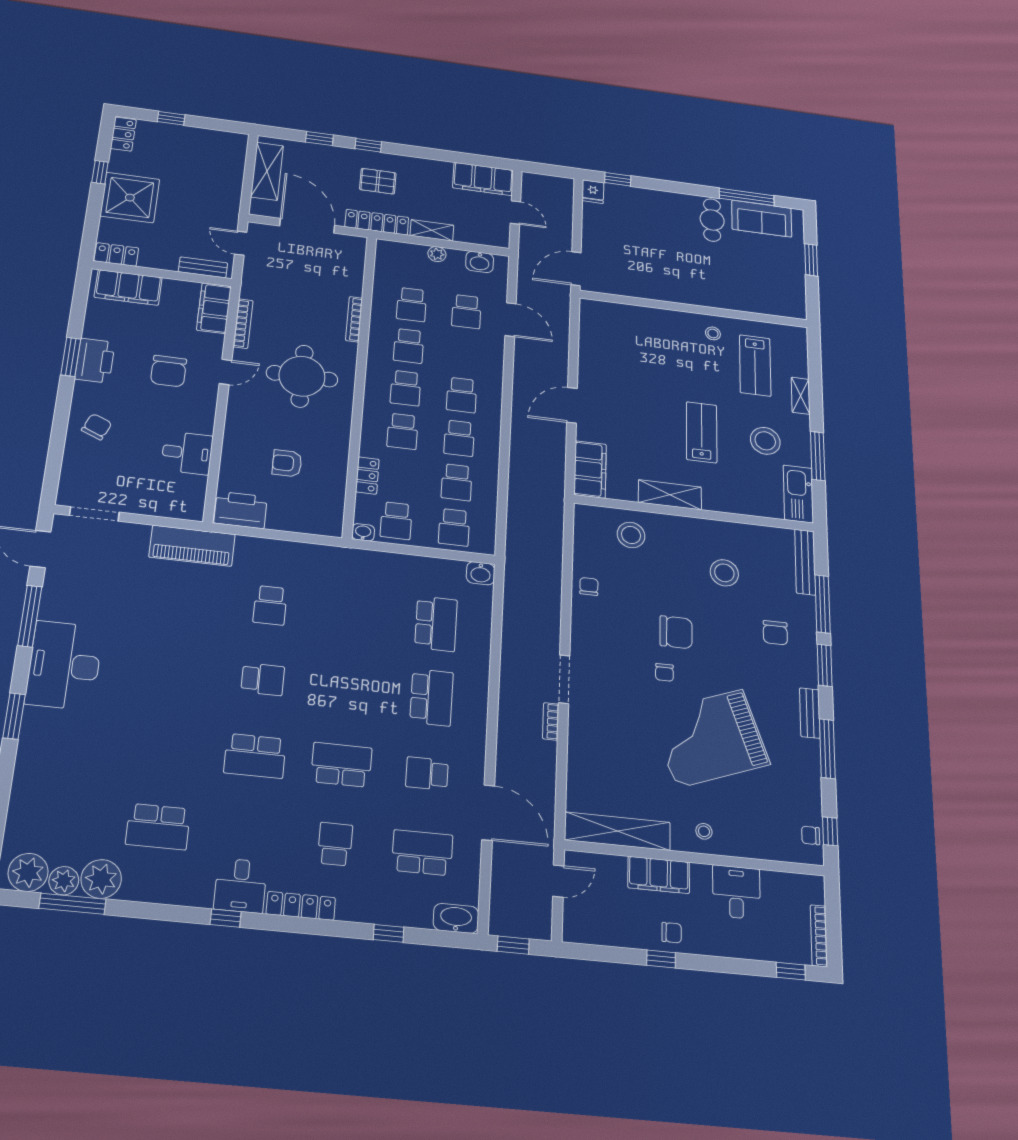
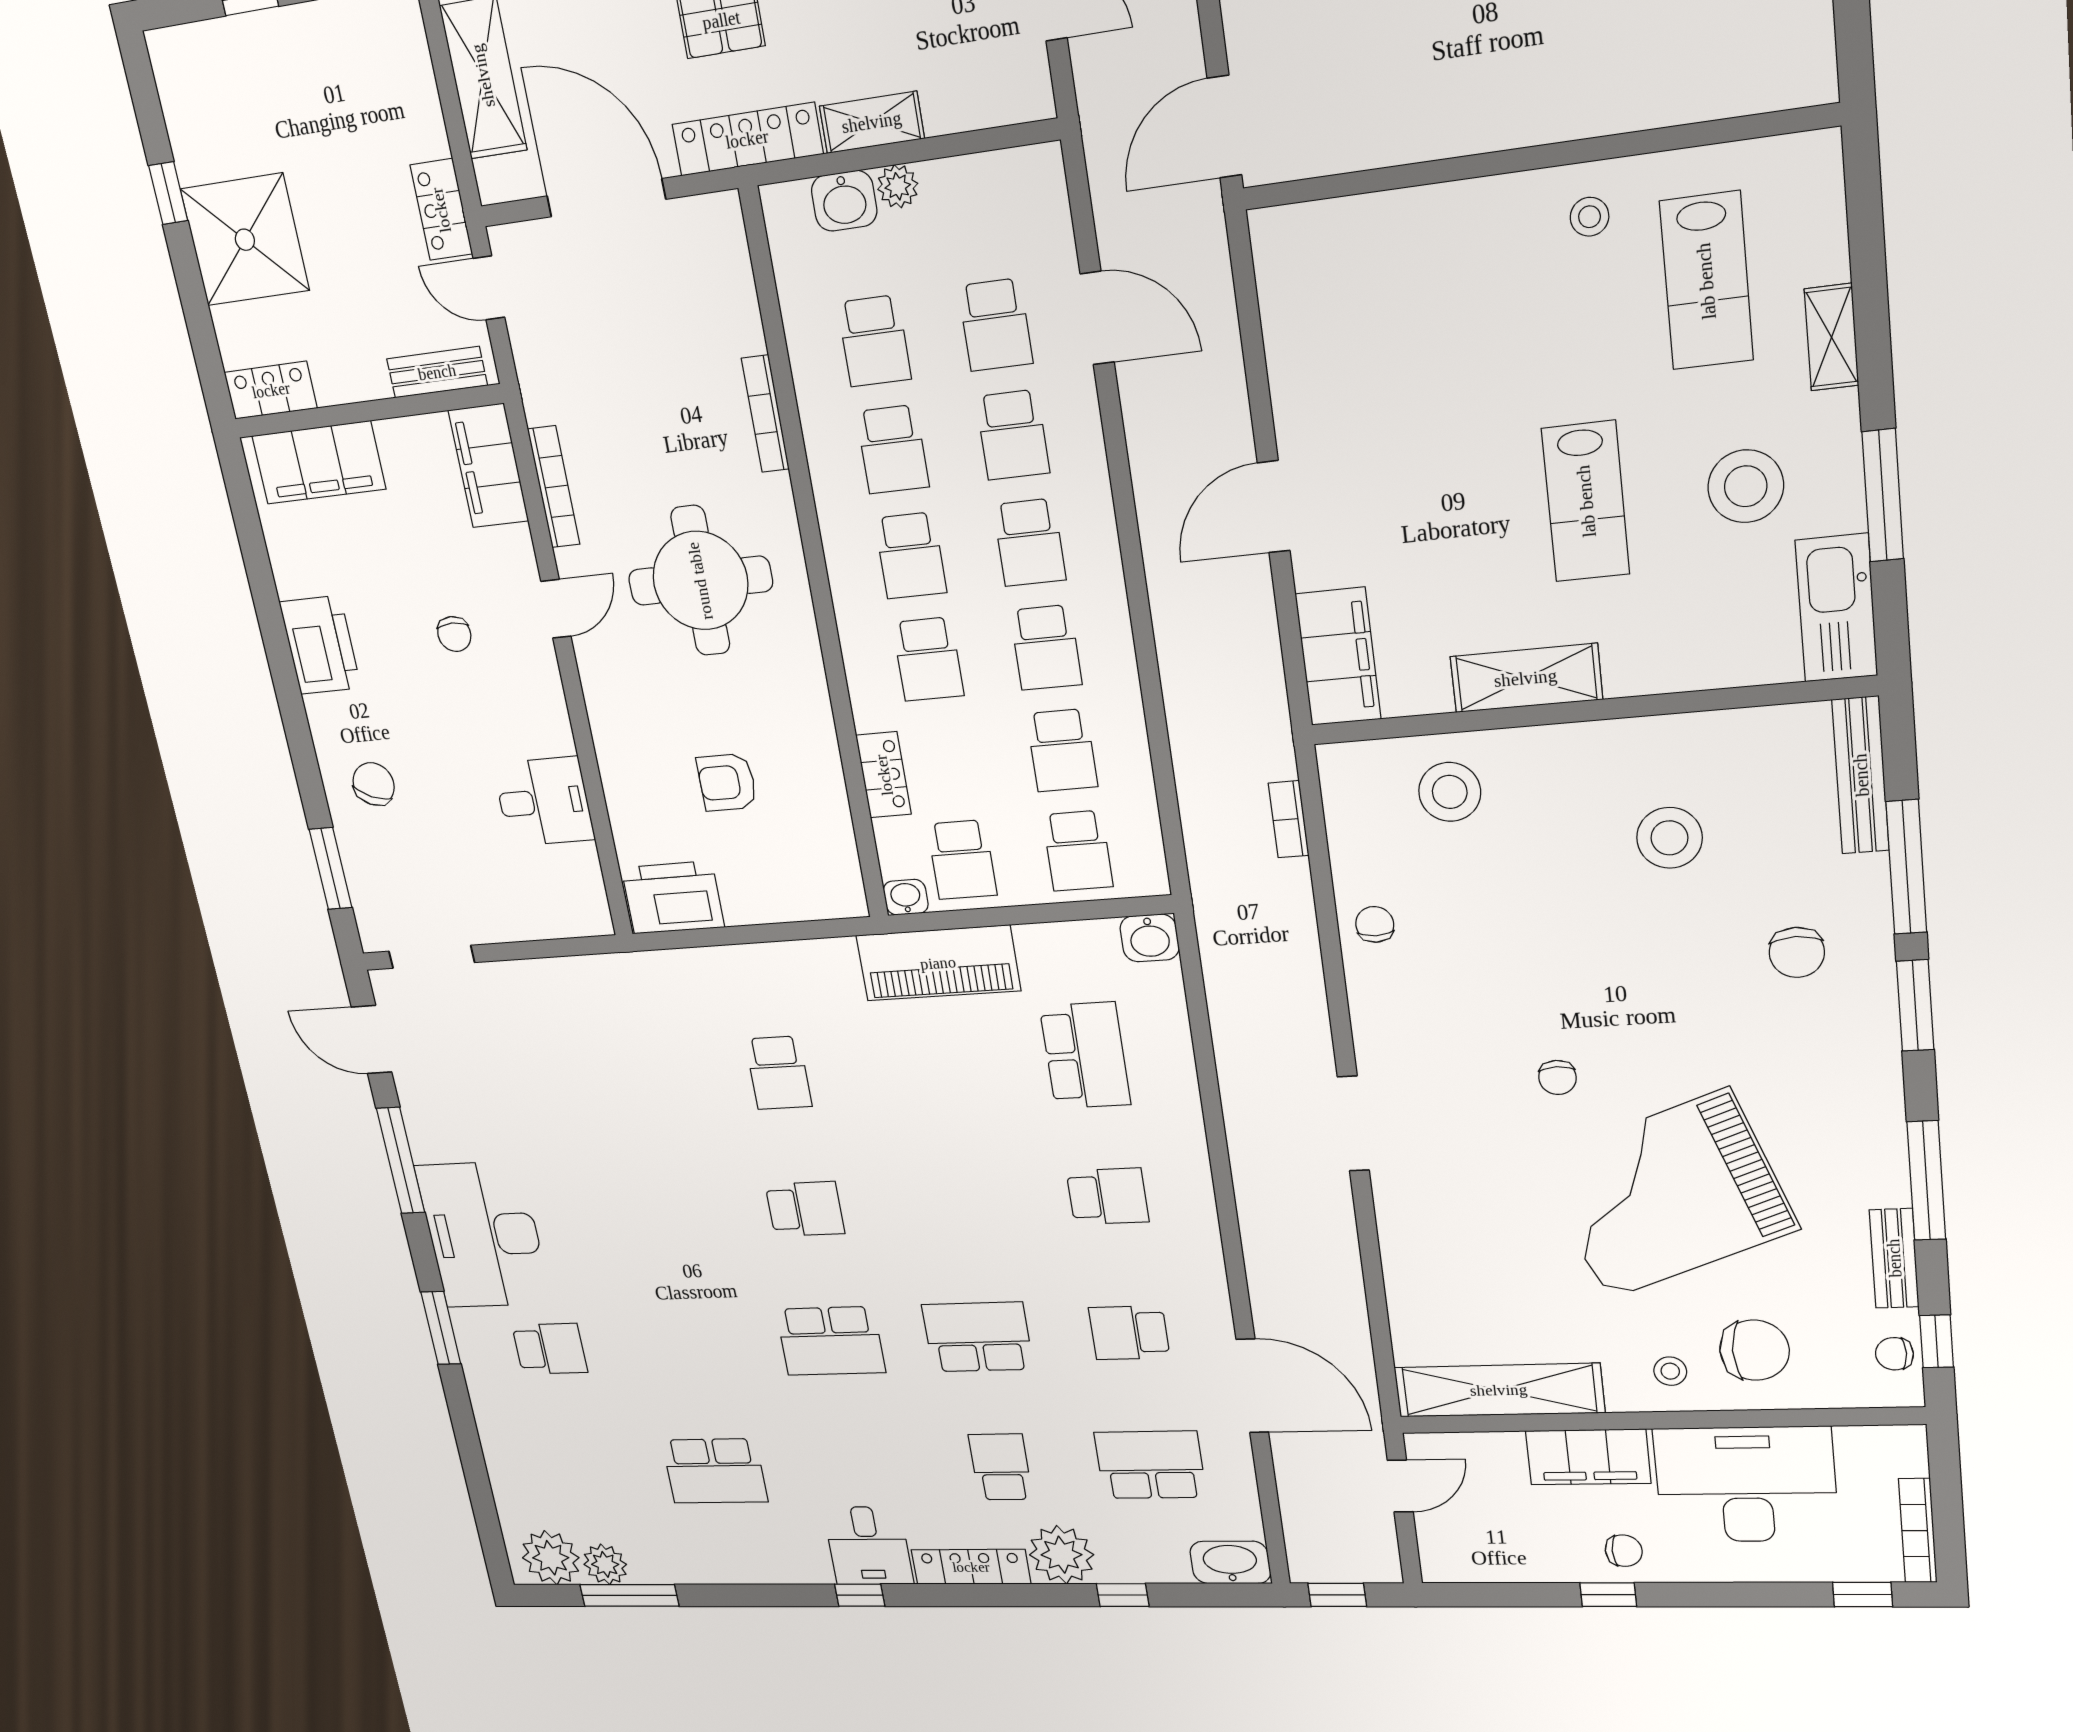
locker: (123, 134) -> (441, 210), moved, turned 180
washbasin: (480, 262) -> (844, 201), moved
school desk: (464, 353) -> (1013, 435), added
window: (71, 357) -> (330, 869), moved
chair: (169, 371) -> (454, 634), width x0.54, depth x0.54
lab bench: (702, 432) -> (1586, 501), turned 180
piano: (192, 546) -> (938, 963), moved
chair: (676, 632) -> (1754, 1350), moved
school desk: (432, 697) -> (1108, 1196), width x0.54
bench: (810, 713) -> (1894, 1258), moved
bookcase: (551, 721) -> (1289, 819), moved
school desk: (80, 738) -> (550, 1349), added
plant: (101, 879) -> (1062, 1555), moved
desk: (736, 892) -> (1746, 1485), width x1.87, depth x1.30

